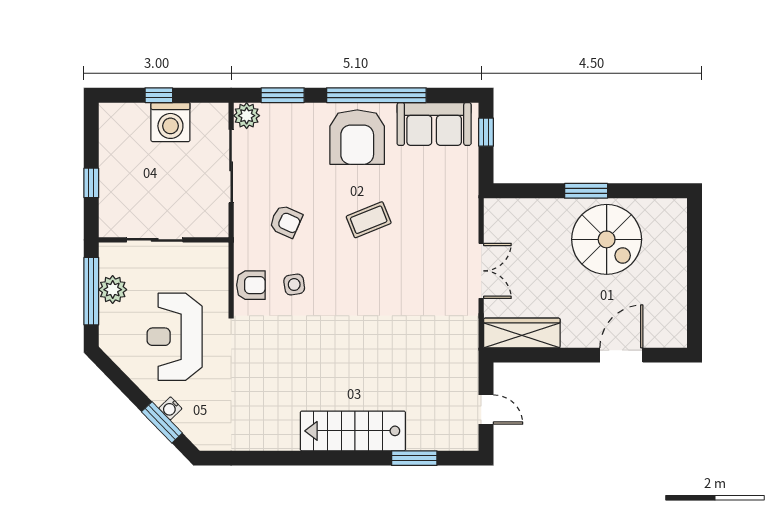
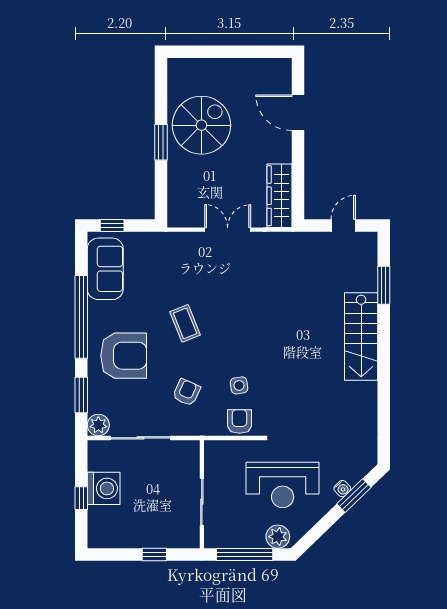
armchair: (357, 137) -> (124, 356), moved
plant: (113, 290) -> (278, 537), moved

